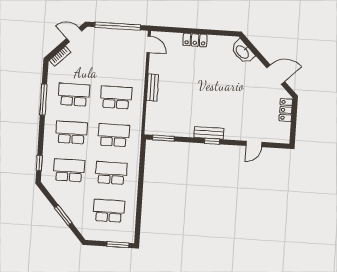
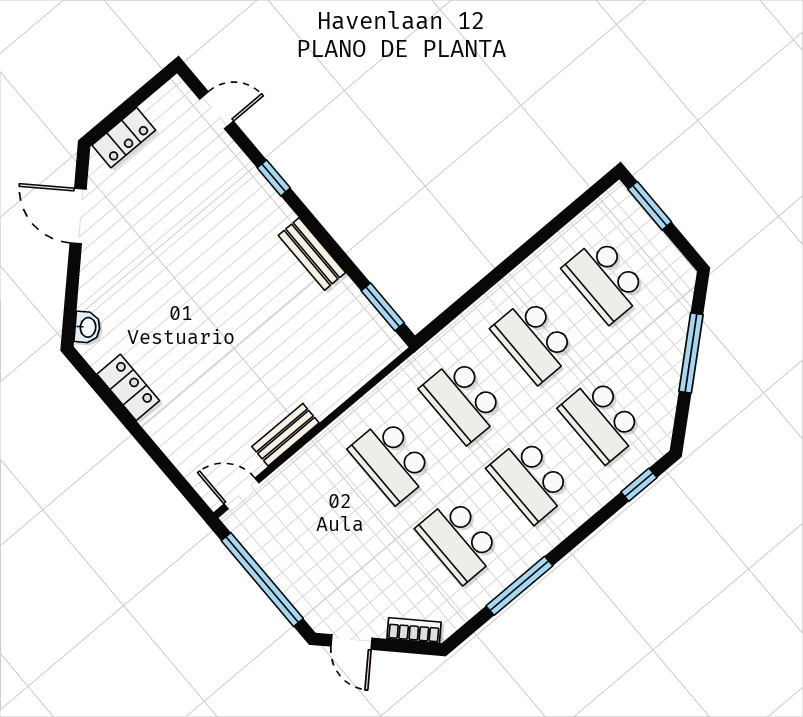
locker: (195, 40) -> (128, 387), moved
door: (149, 44) -> (241, 493), hinge flipped
washbasin: (243, 52) -> (87, 327), width x0.52, depth x0.69
bench: (153, 87) -> (285, 435), moved
bench: (209, 133) -> (312, 254), moved
window: (212, 141) -> (274, 178), moved
door: (254, 144) -> (216, 110), moved
window: (63, 215) -> (691, 353), width x1.44

